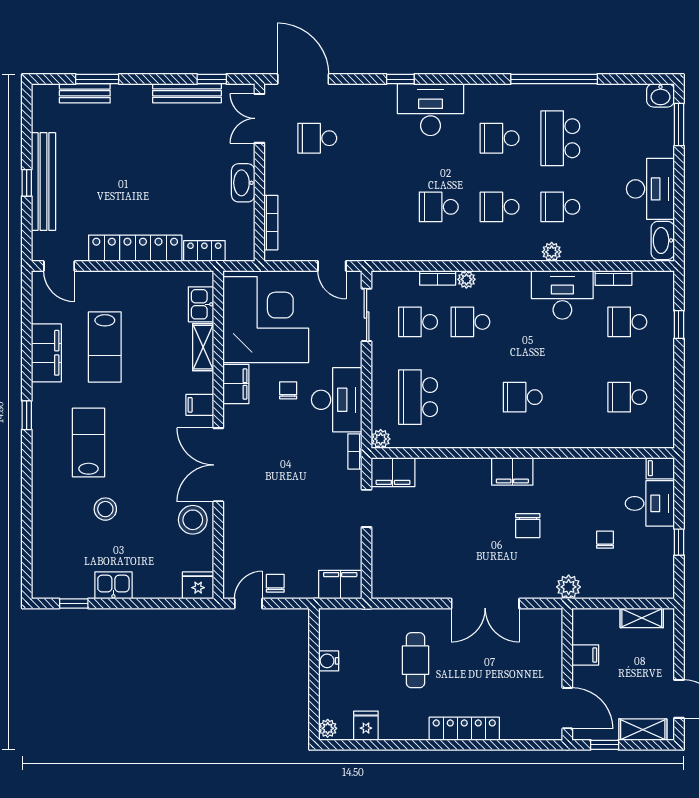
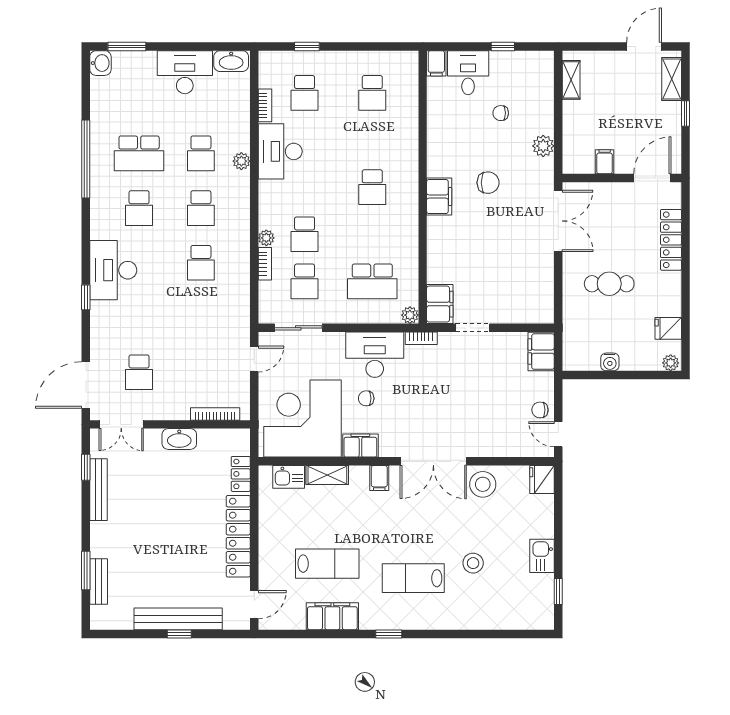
filing cabinet: (585, 655) -> (605, 162), moved
wall: (567, 674) -> (622, 178), moved
door: (567, 708) -> (652, 178), moved

